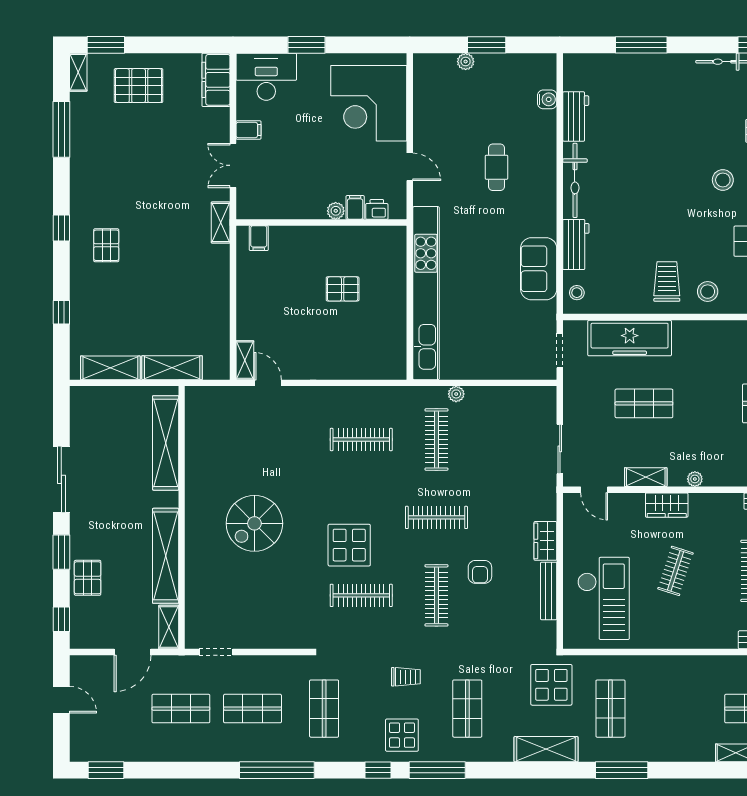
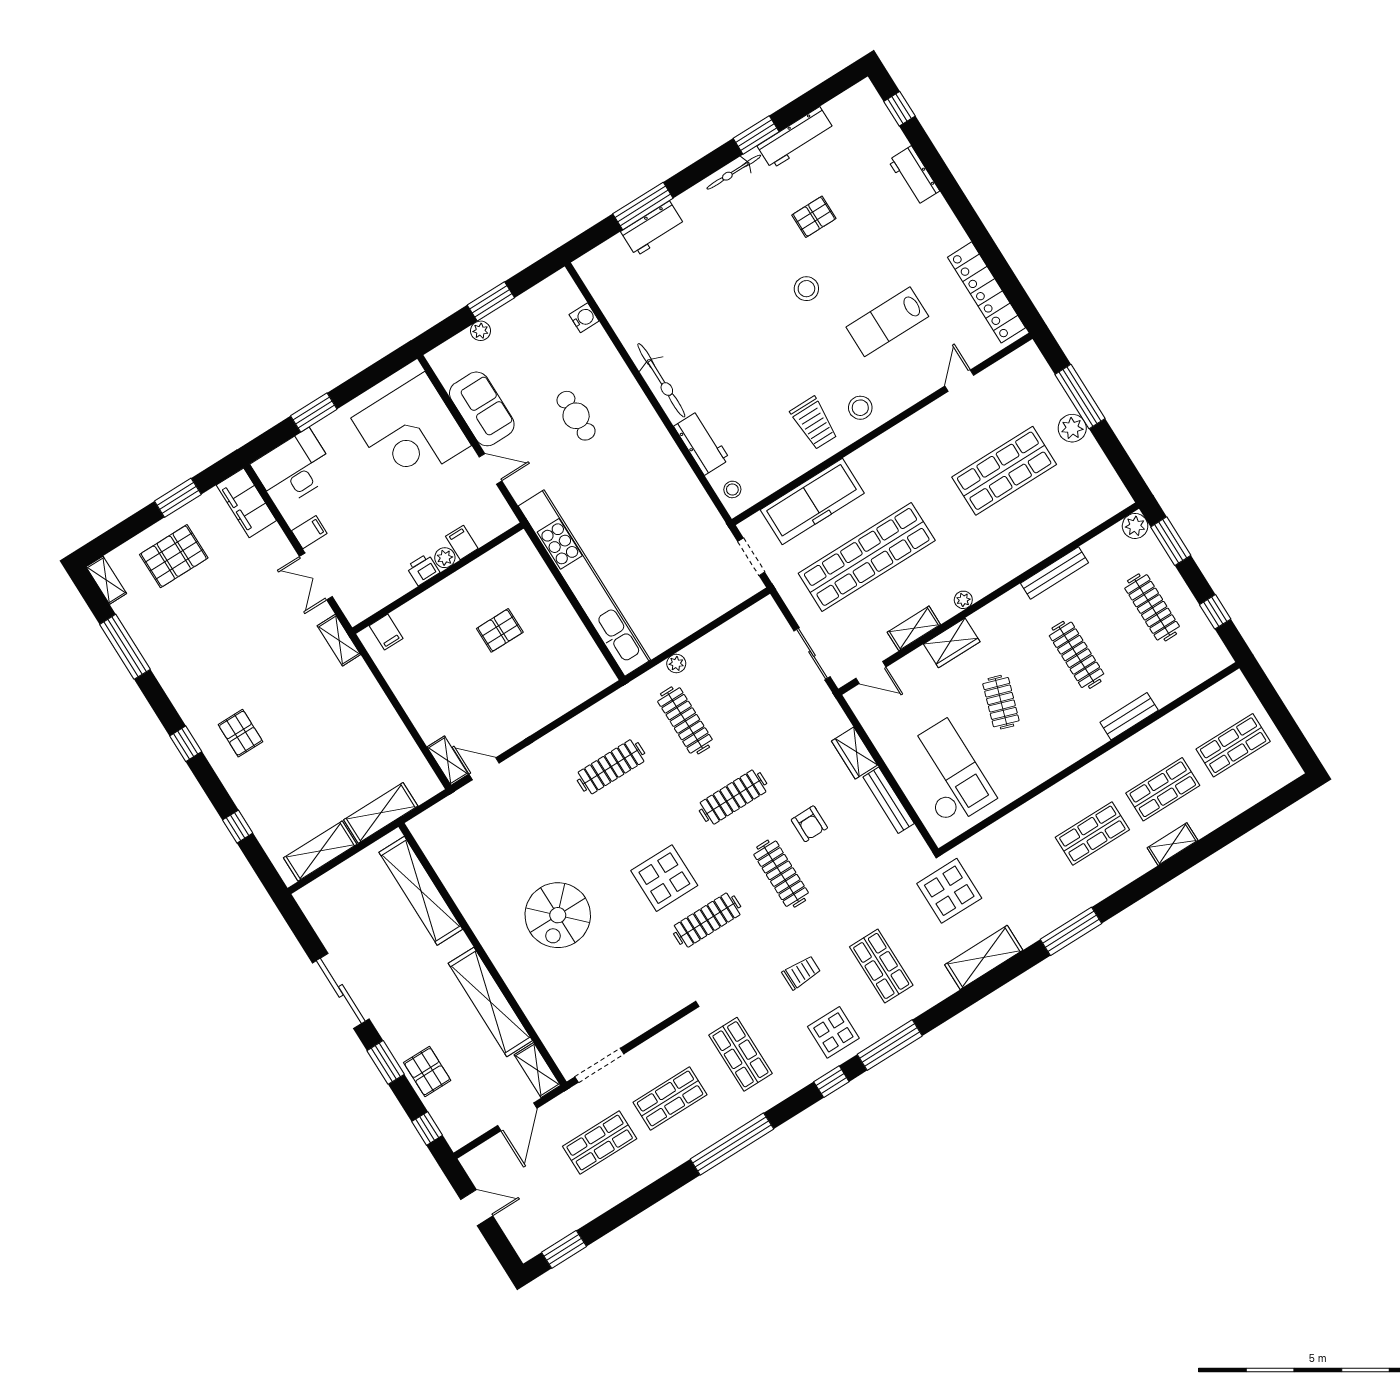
window: (106, 45) -> (178, 498), moved
workbench: (576, 117) -> (653, 229), moved, turned 90
printer: (377, 209) -> (423, 570), moved
sofa: (539, 269) -> (482, 409), moved, turned 180
trolley: (667, 282) -> (814, 423), turned 180
shop shelf: (644, 403) -> (867, 557), width x2.00, depth x1.36
doorway: (216, 652) -> (599, 1065), width x1.38
shop shelf: (610, 709) -> (1092, 833), moved, turned 90

